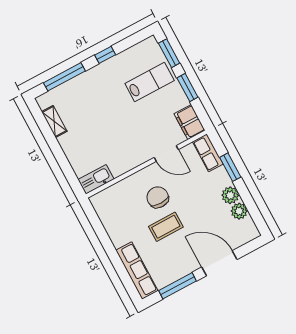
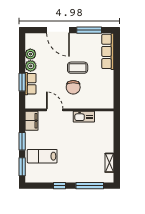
row of seats: (208, 153) -> (30, 84), moved
kitchen sink: (96, 179) -> (84, 117), moved

